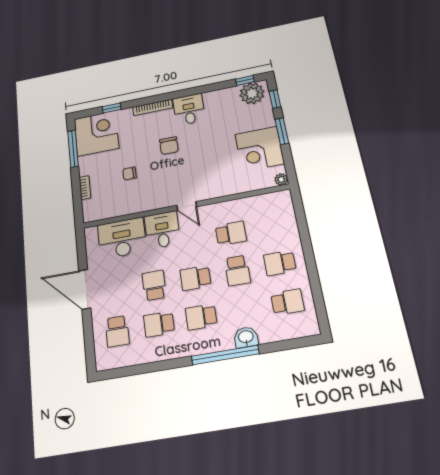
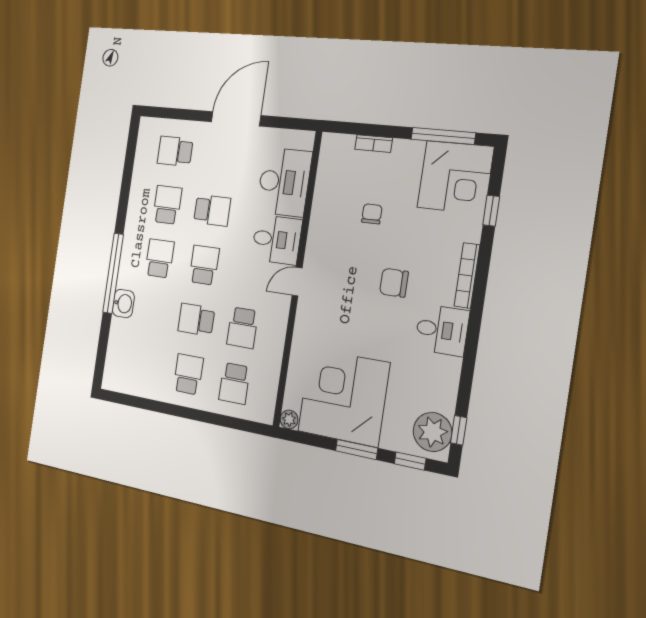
corner desk: (260, 149) -> (343, 397), width x1.36, depth x1.36
school desk: (287, 302) -> (234, 383), moved

